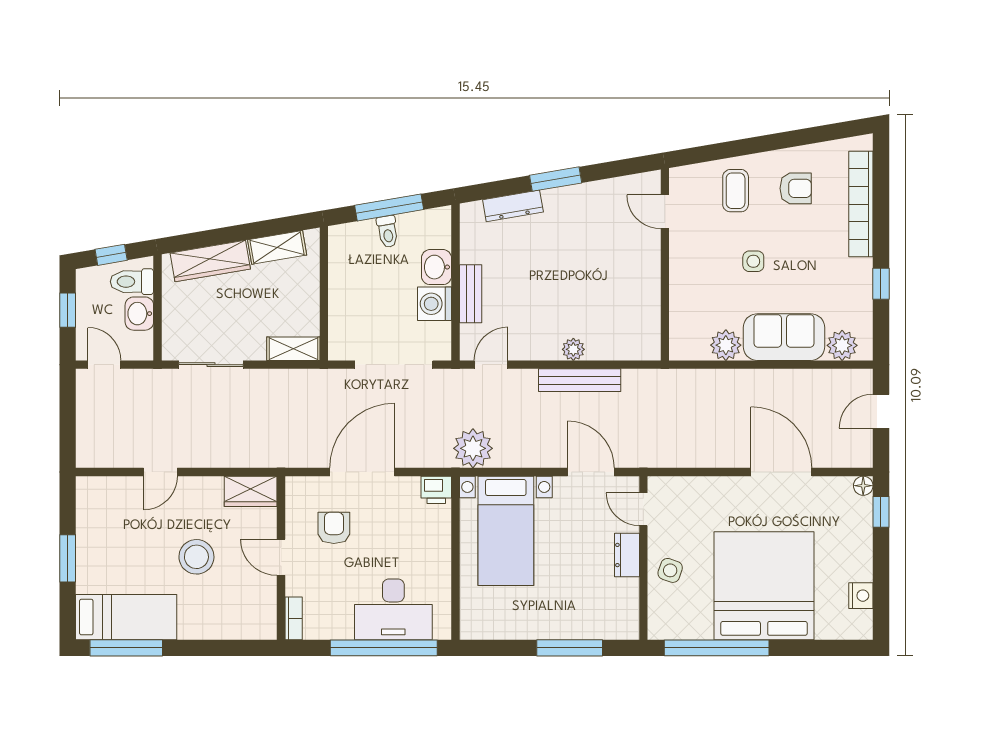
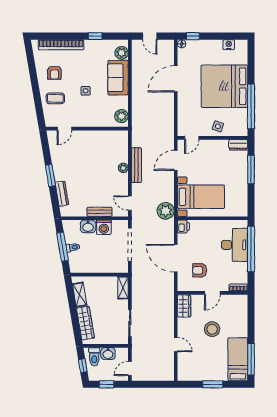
armchair: (796, 188) -> (54, 73), turned 180
plant: (726, 345) -> (121, 116), moved
dresser: (627, 555) -> (238, 145), moved

